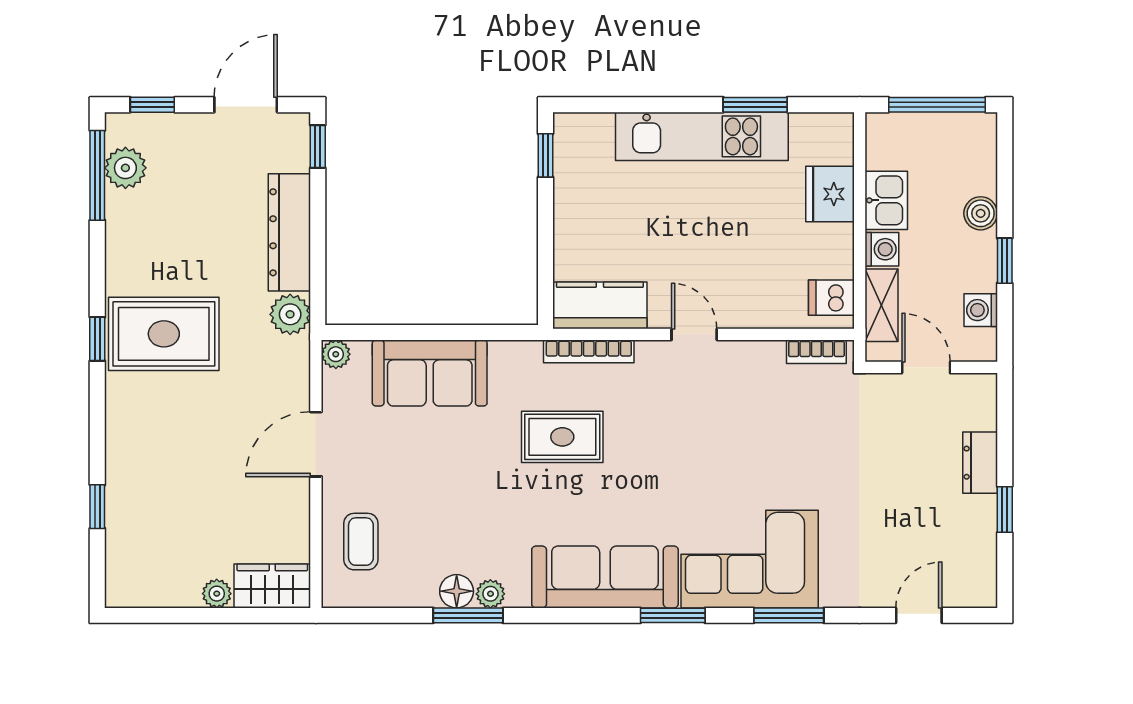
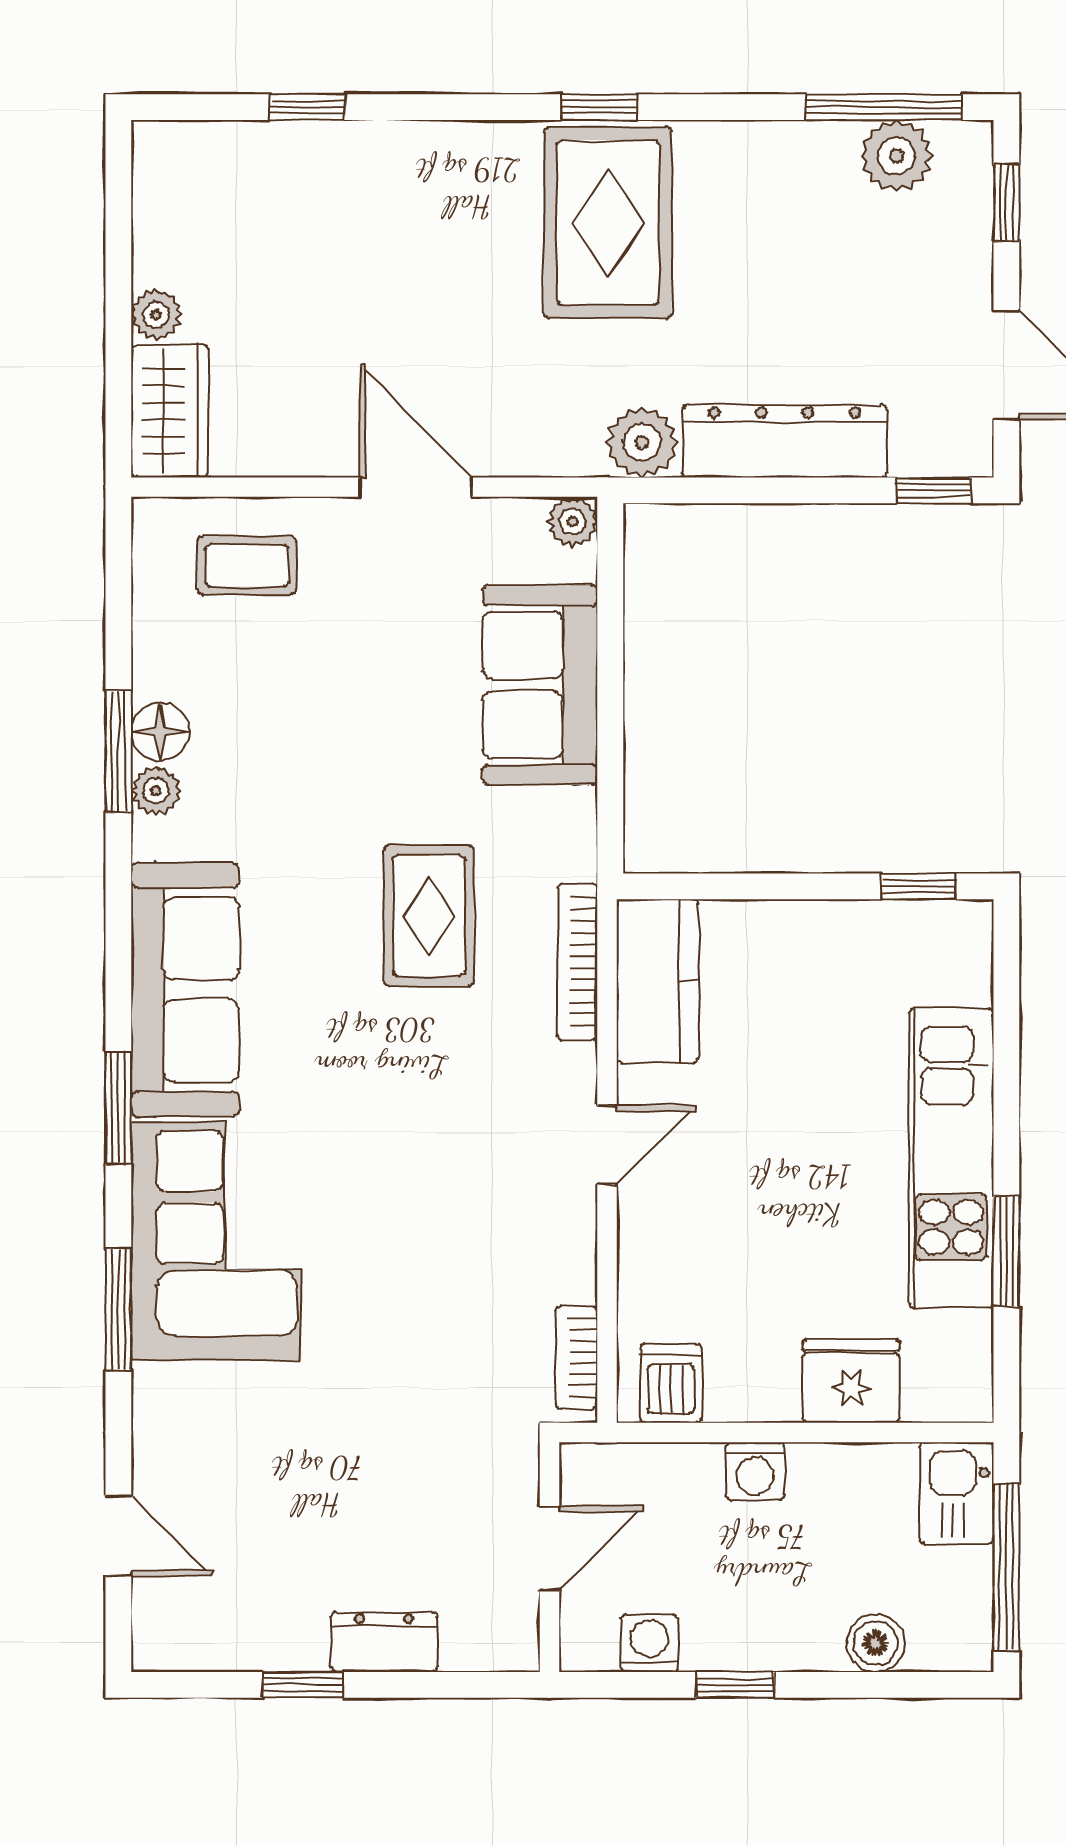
kitchen sink: (886, 200) -> (957, 1493), moved, turned 90
boiler: (981, 213) -> (876, 1643), moved
shelving: (881, 305) -> (658, 1470), removed

